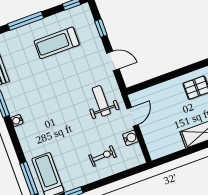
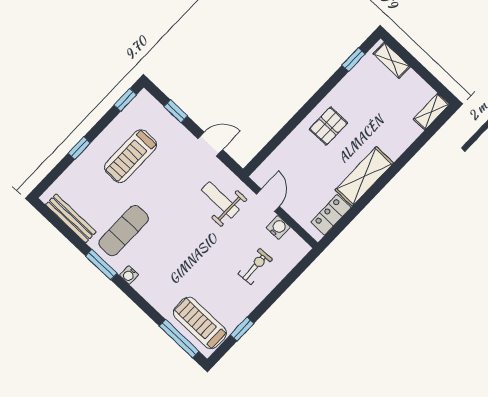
window: (26, 21) -> (79, 148), width x0.46
exercise mat: (28, 90) -> (124, 231), added
locker: (169, 147) -> (331, 215), added

